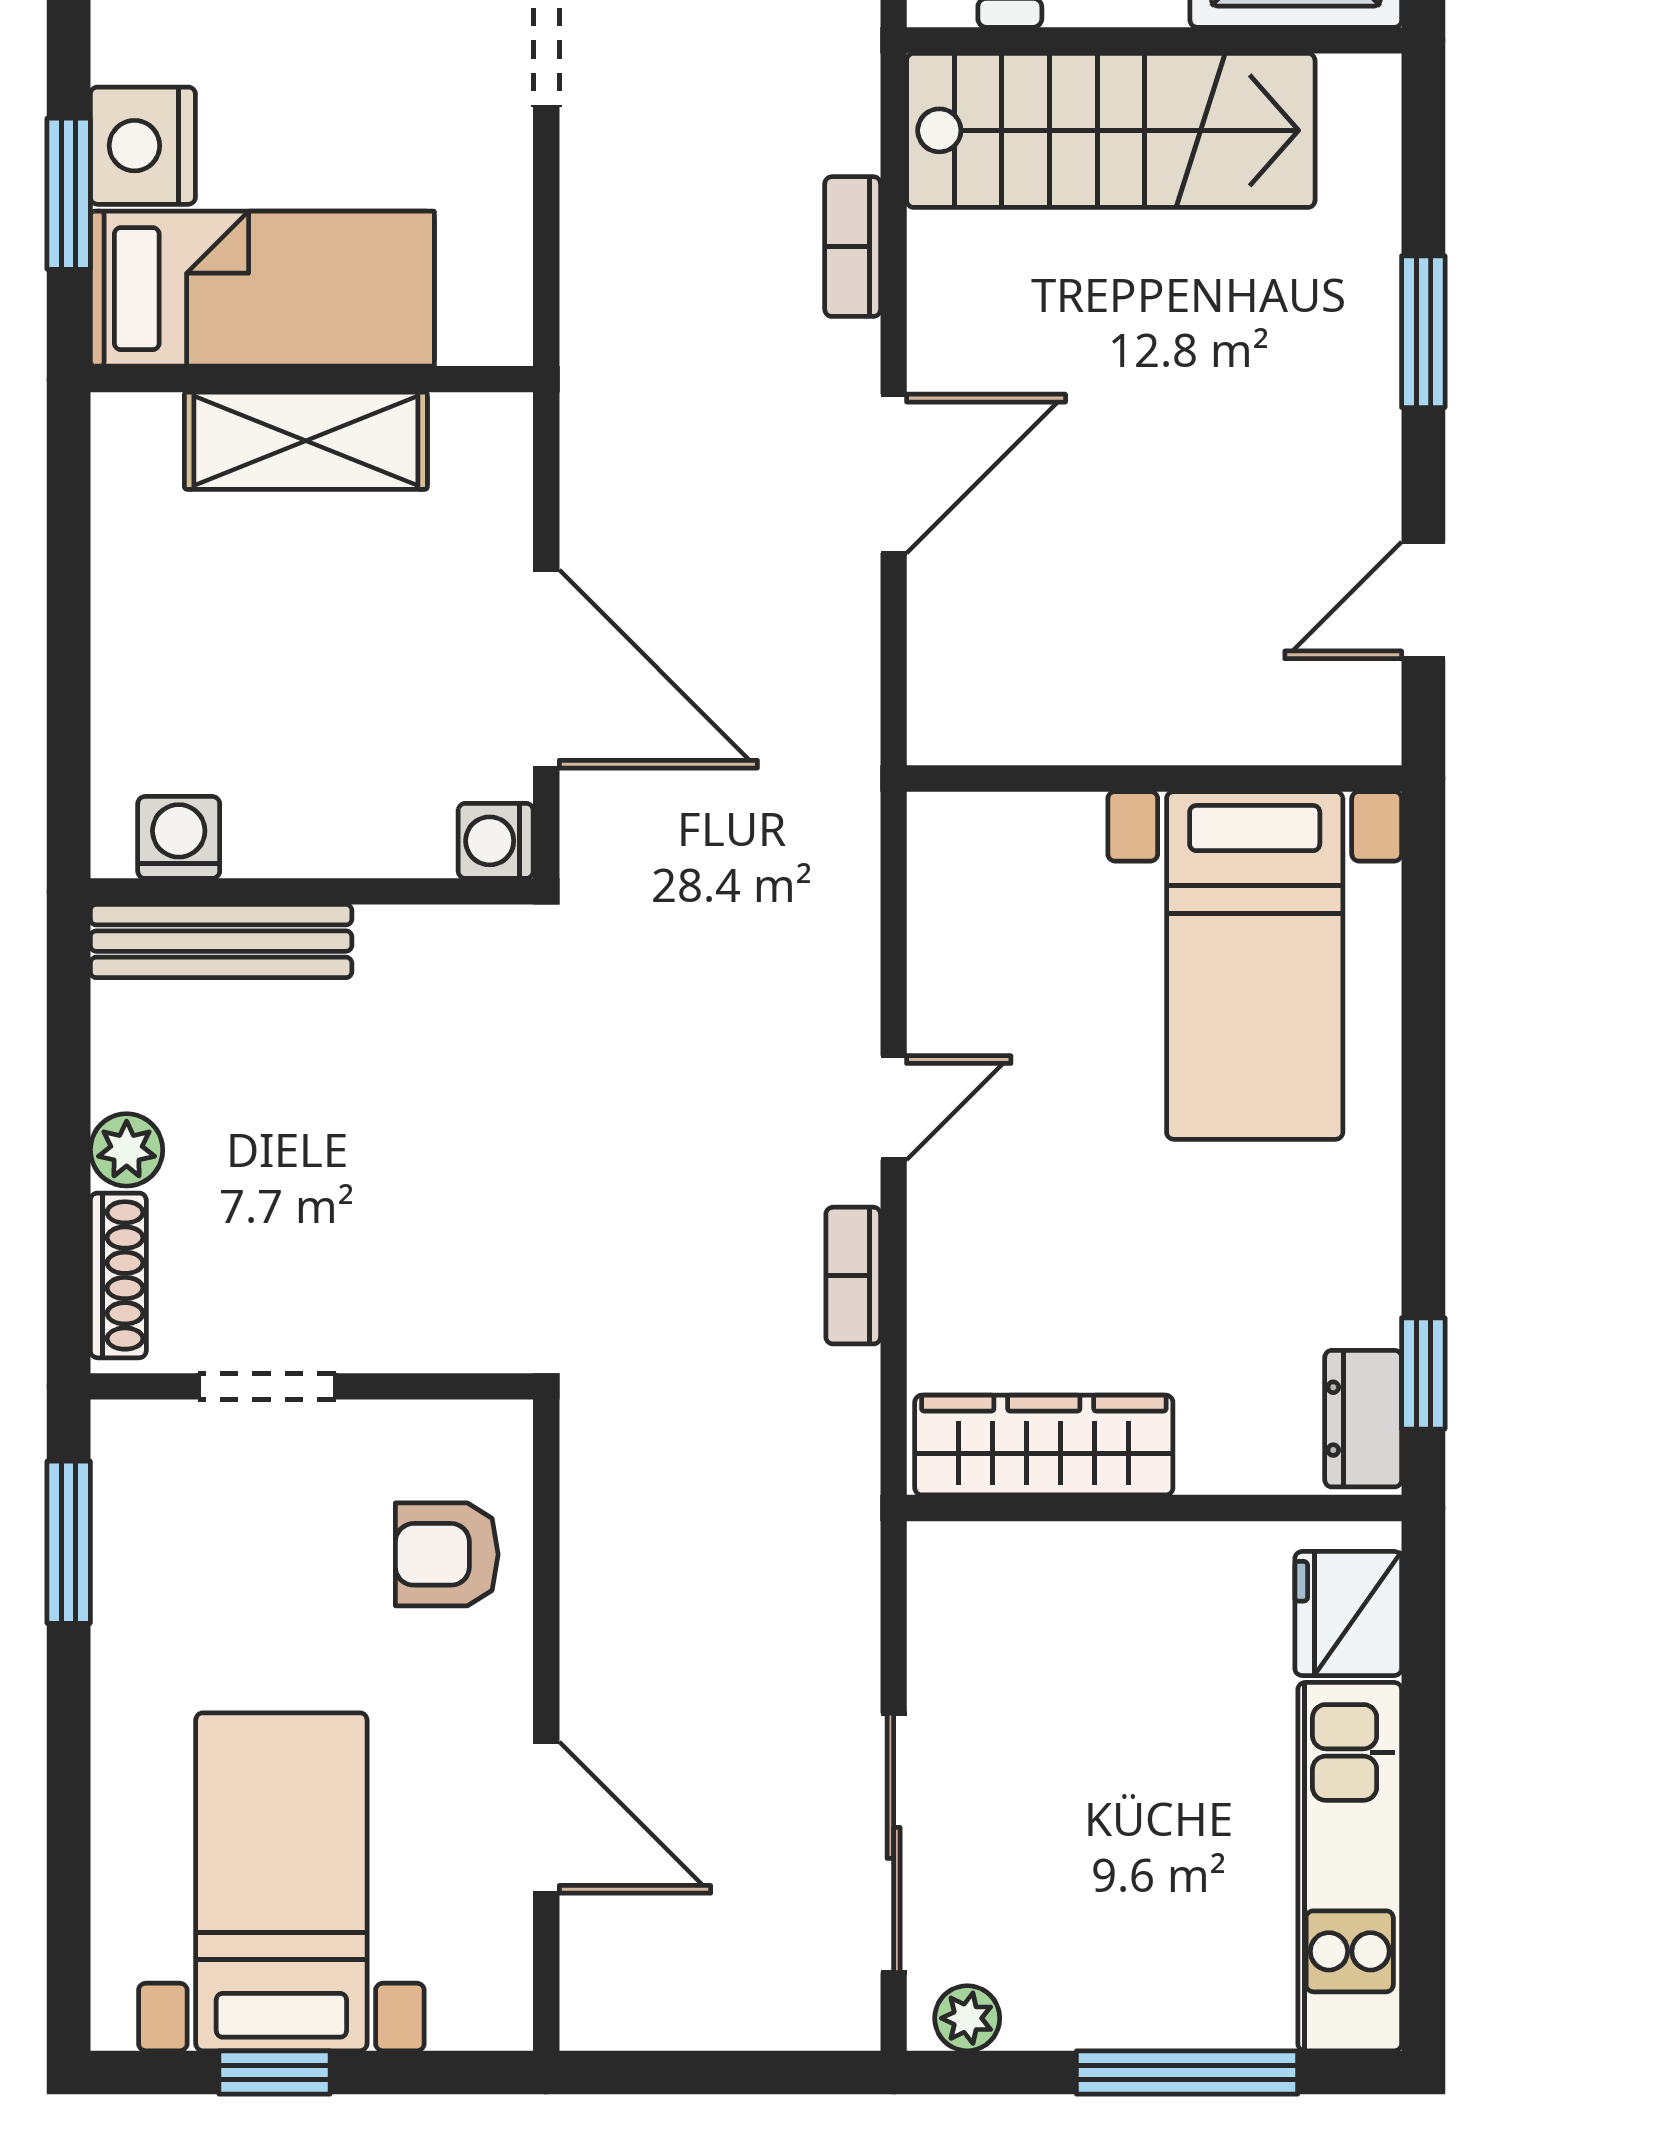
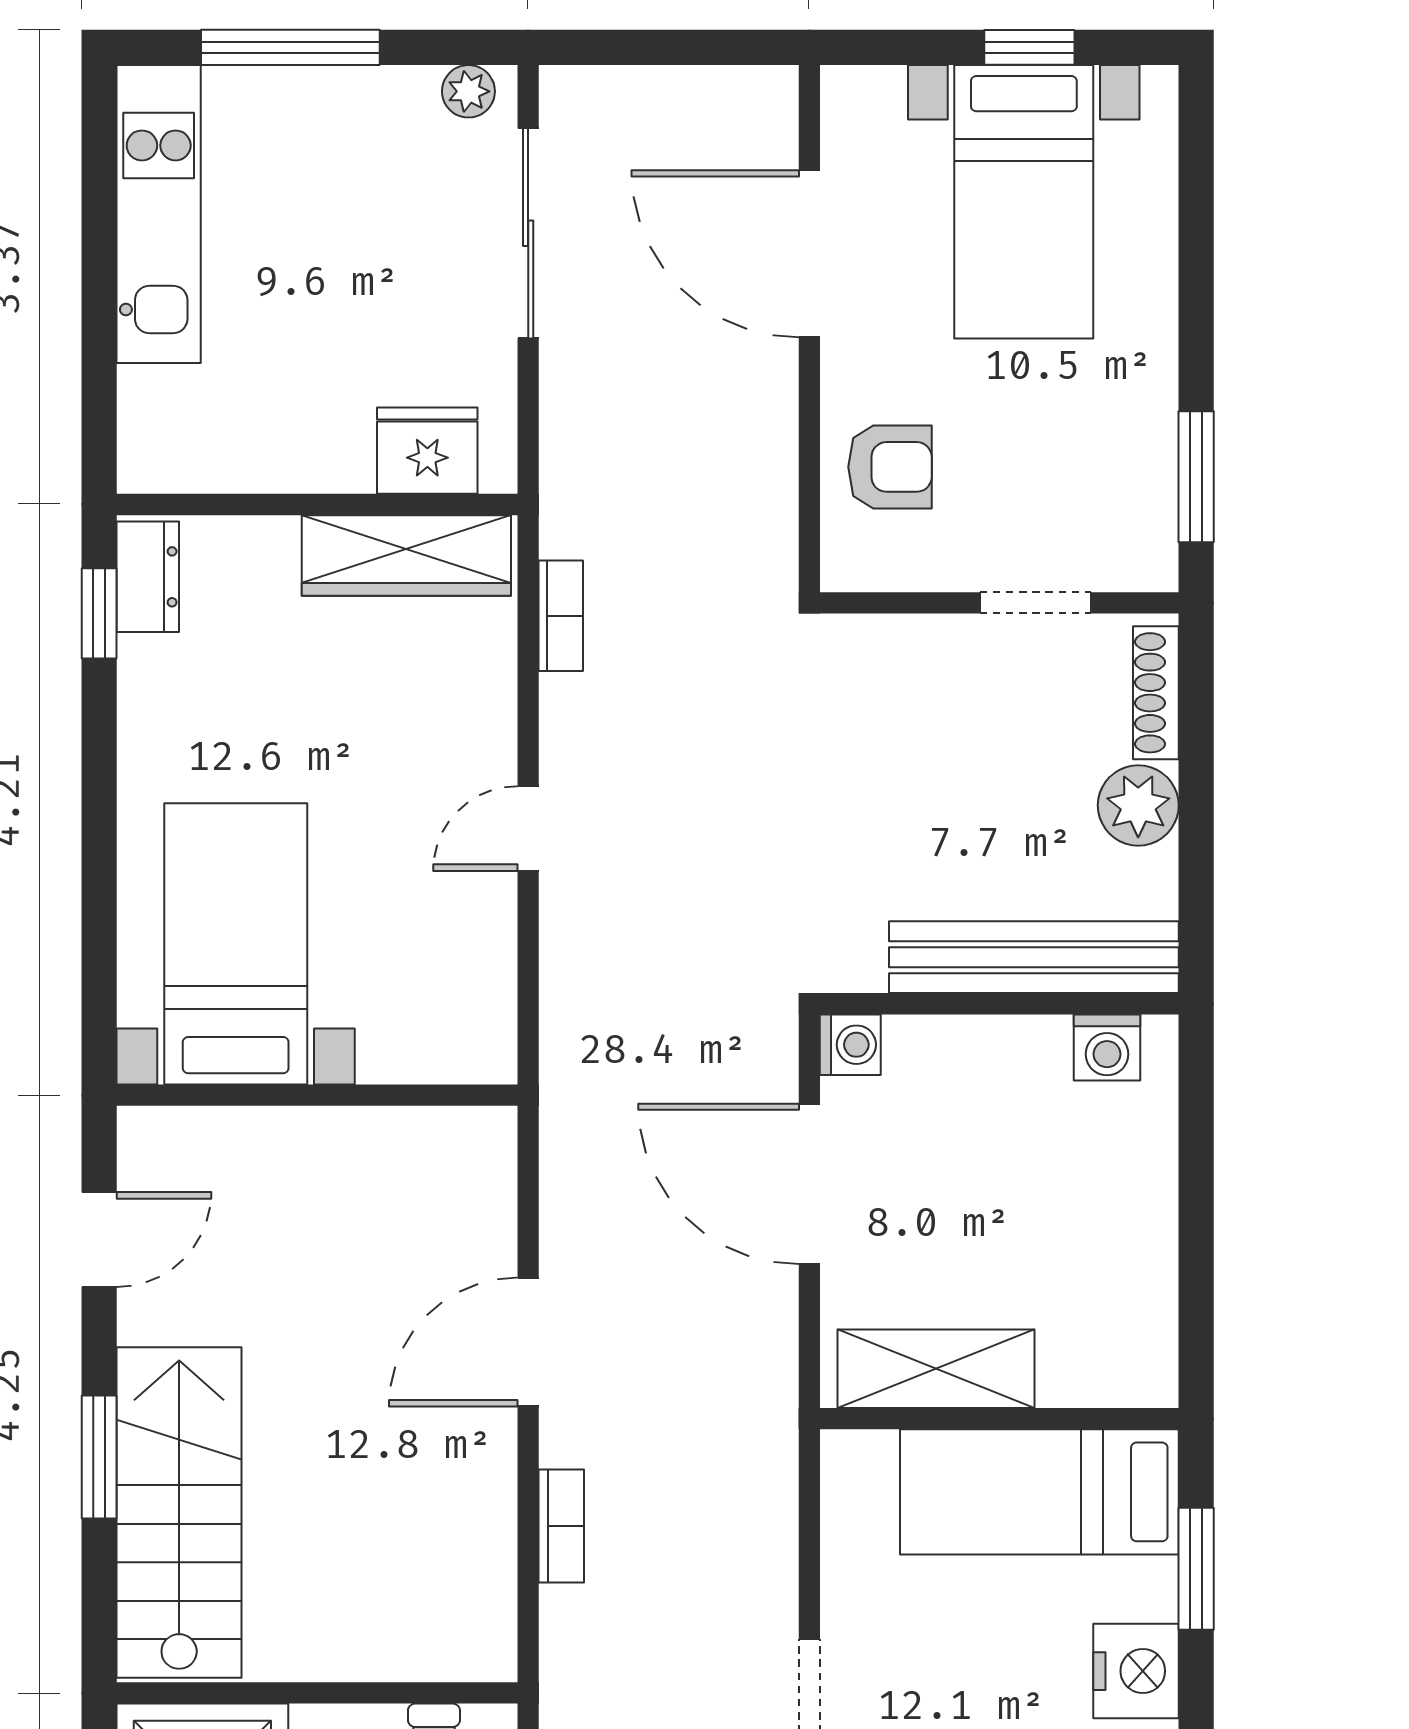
stairs: (1111, 130) -> (179, 1513), moved, turned 90
nightstand: (143, 146) -> (1136, 1671), moved
shelving: (306, 441) -> (936, 1369), moved
bench: (221, 941) -> (1034, 957), width x1.37, depth x1.21
plant: (127, 1150) -> (1138, 805), width x1.38, depth x1.38
bookcase: (853, 1276) -> (561, 616), moved
fridge: (1348, 1614) -> (427, 451), moved, turned -90
door: (546, 1818) -> (809, 254), width x1.36

